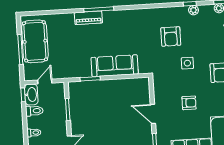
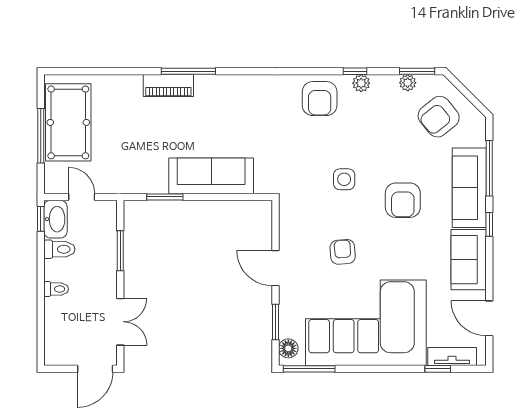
armchair: (171, 36) -> (320, 99), moved
door: (45, 82) -> (82, 197), hinge flipped
armchair: (189, 103) -> (343, 252), turned -94

